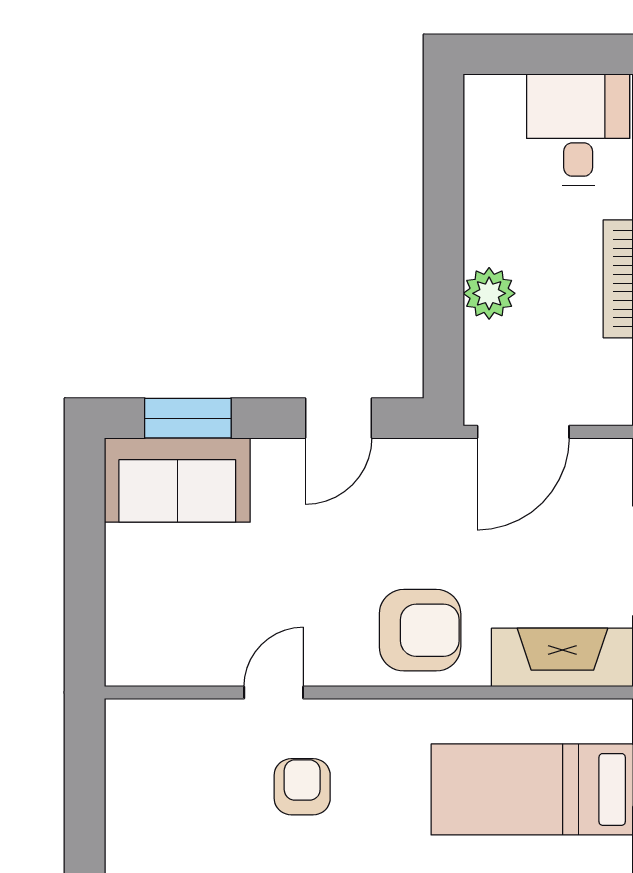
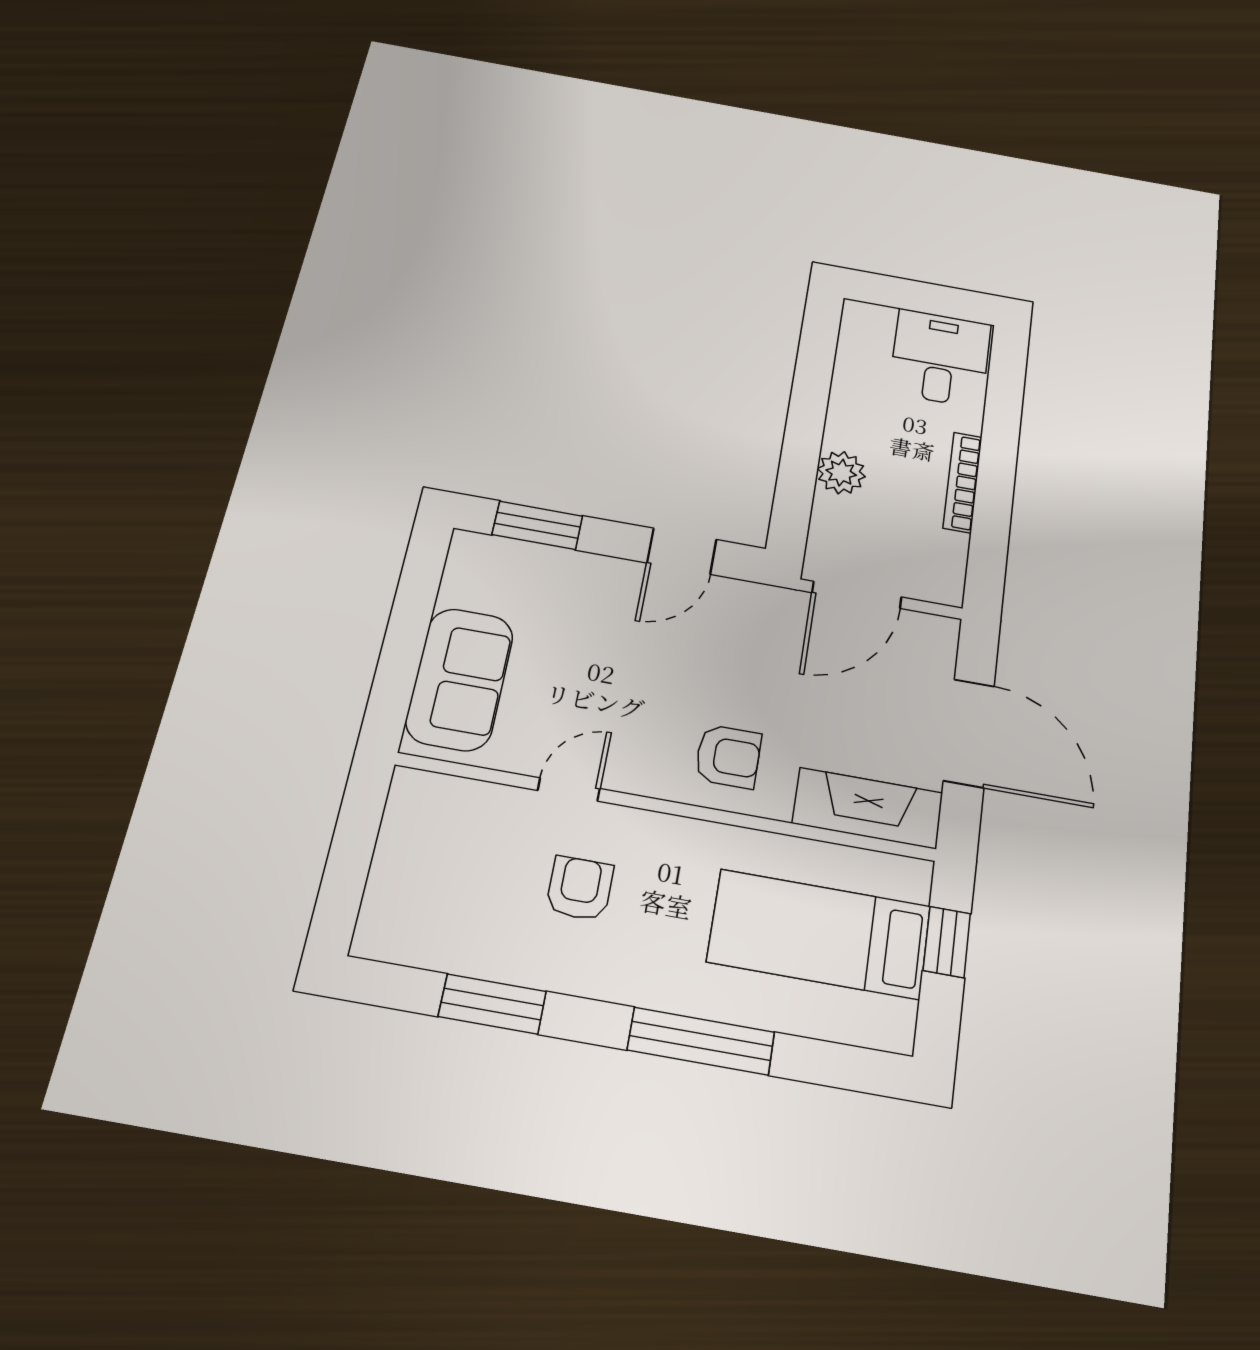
sofa: (177, 480) -> (460, 679), moved, turned -90
armchair: (420, 630) -> (728, 756), width x0.72, depth x0.72

